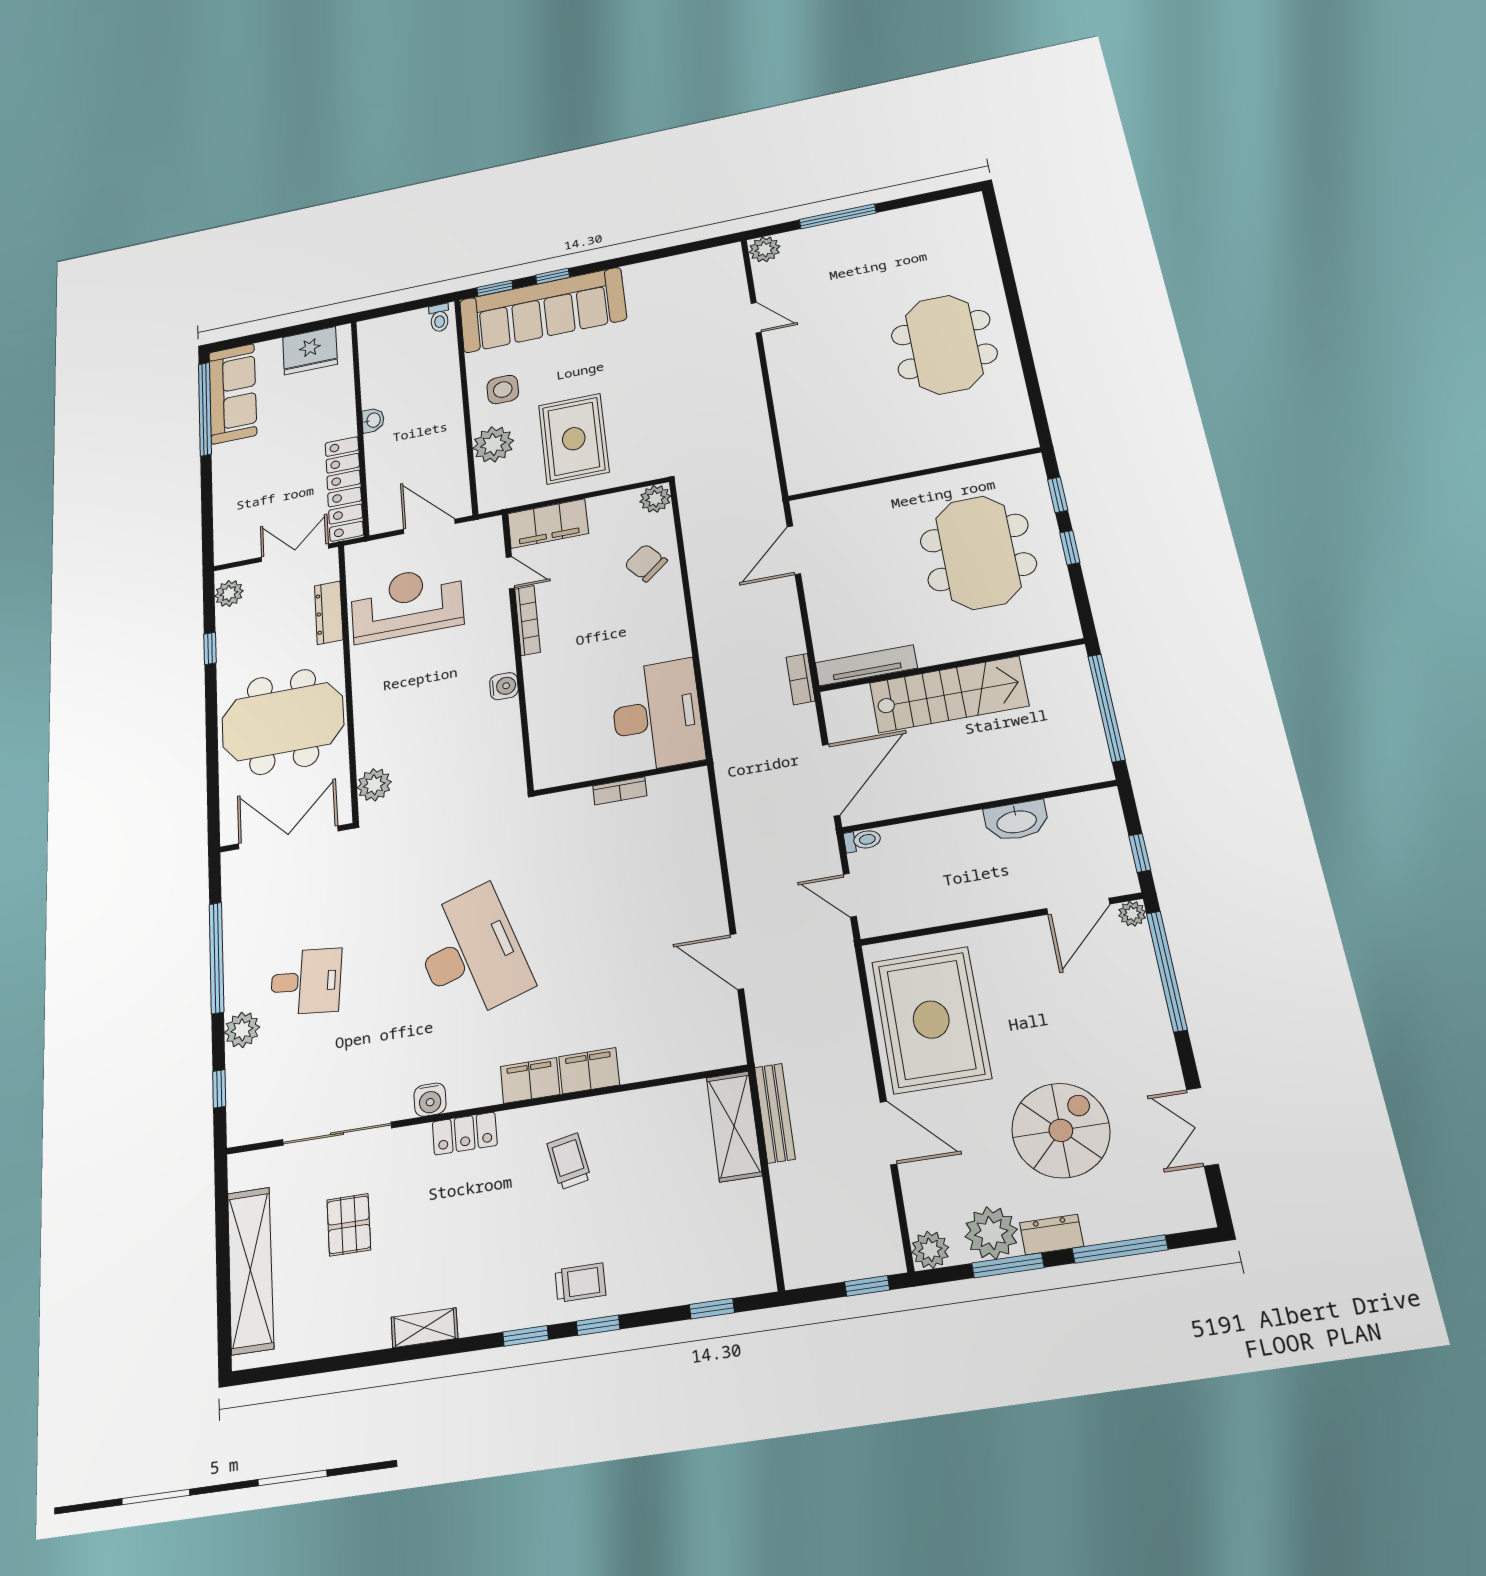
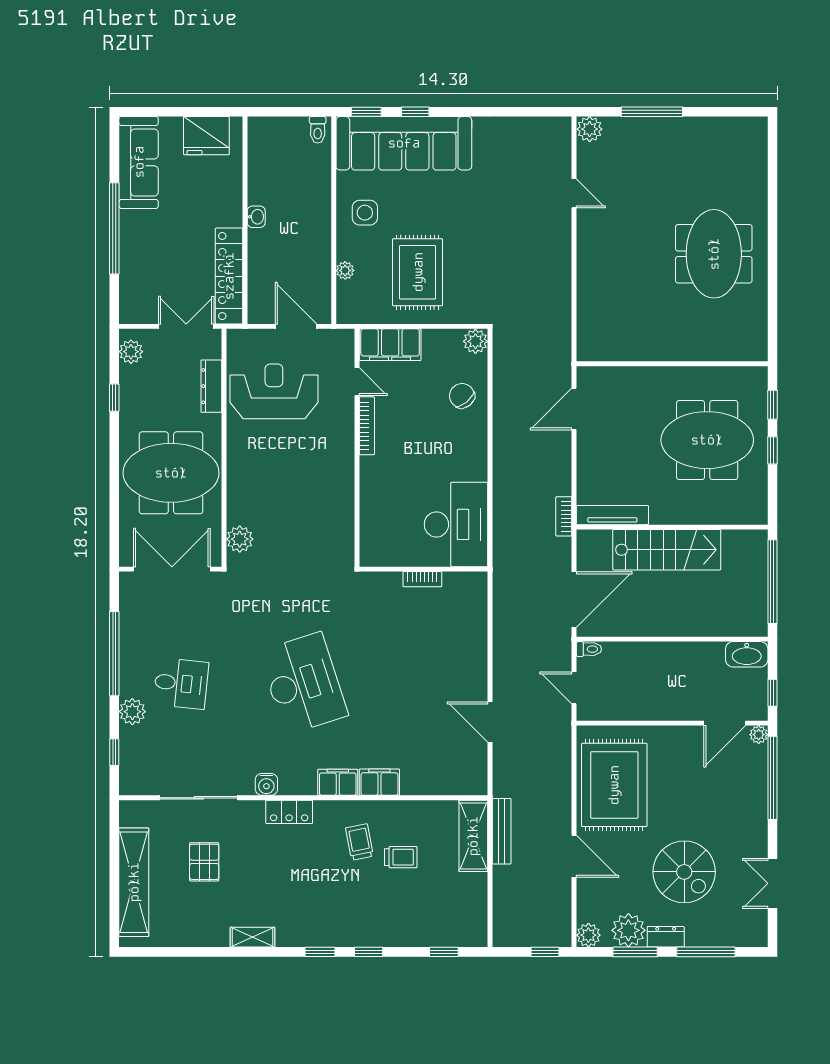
window: (205, 409) -> (114, 228), moved
plant: (493, 444) -> (345, 270), width x0.53, depth x0.53
meeting table: (978, 552) -> (707, 440), turned 90
water cooler: (504, 686) -> (344, 478), removed
washbasin: (1016, 821) -> (747, 654), moved
spiral stairs: (1061, 1130) -> (684, 872), turned 90
trolley: (580, 1283) -> (401, 857), moved

